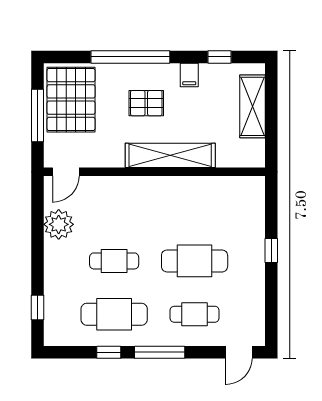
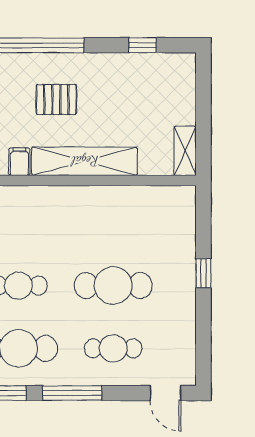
filing cabinet: (189, 75) -> (19, 162), moved, turned 180
shelving: (252, 106) -> (185, 151), moved, width x0.67, depth x0.75
door: (239, 352) -> (165, 393), hinge flipped

